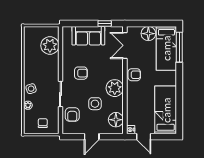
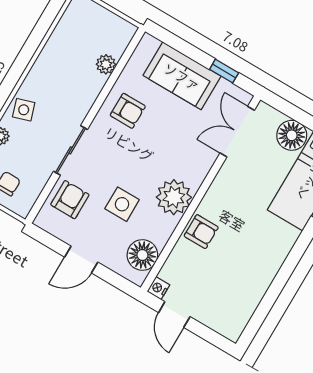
plant: (50, 46) -> (106, 64), width x0.53, depth x0.53
armchair: (81, 73) -> (128, 111), moved
armchair: (134, 75) -> (201, 232), moved
bed: (166, 110) -> (242, 290), removed
armchair: (72, 115) -> (70, 200), turned 180

